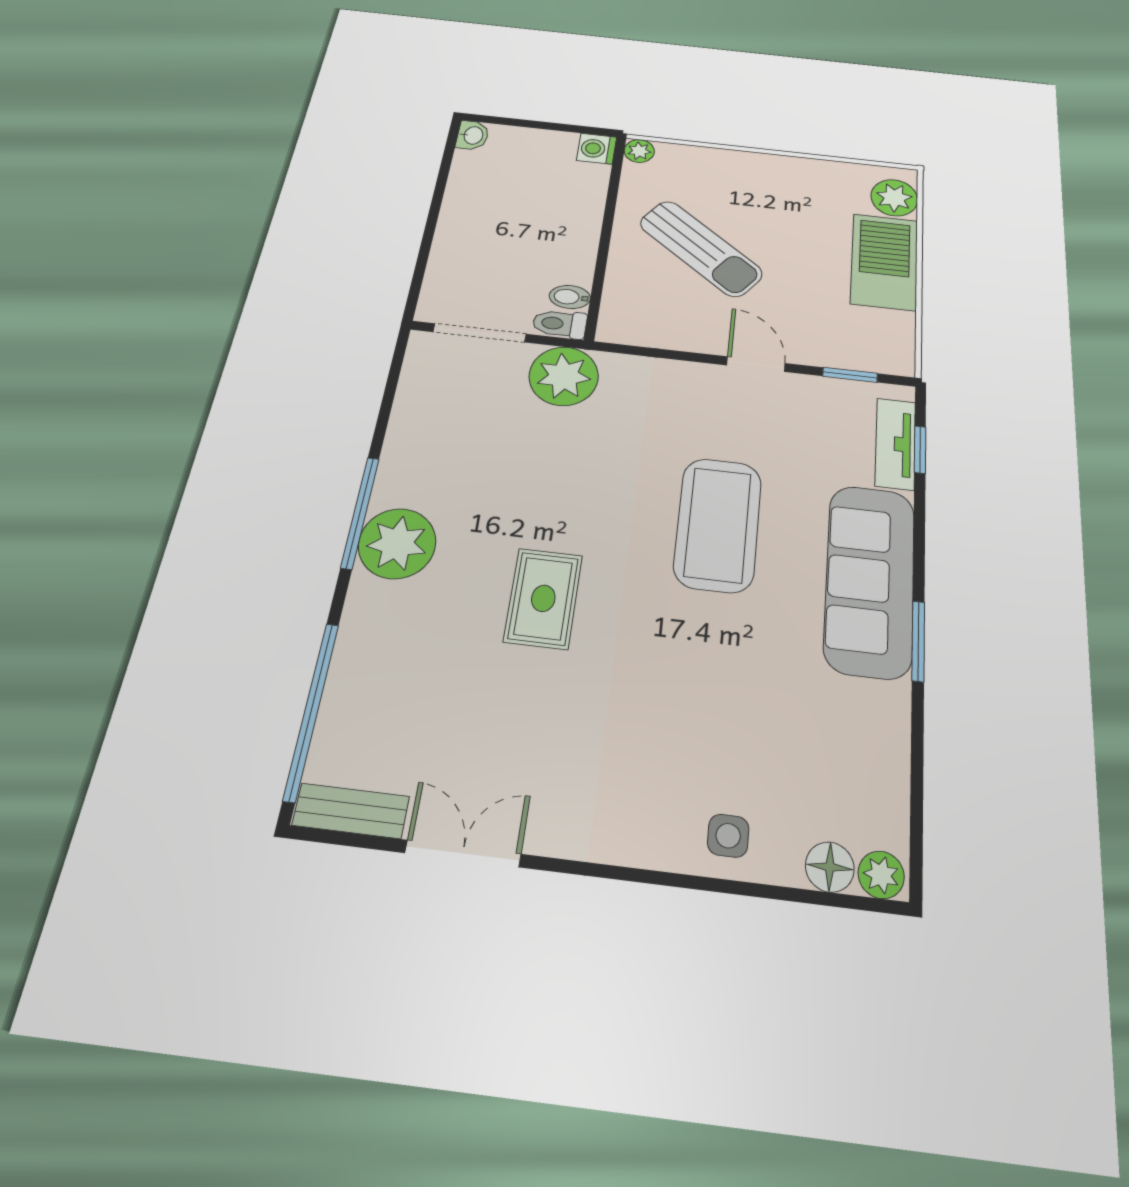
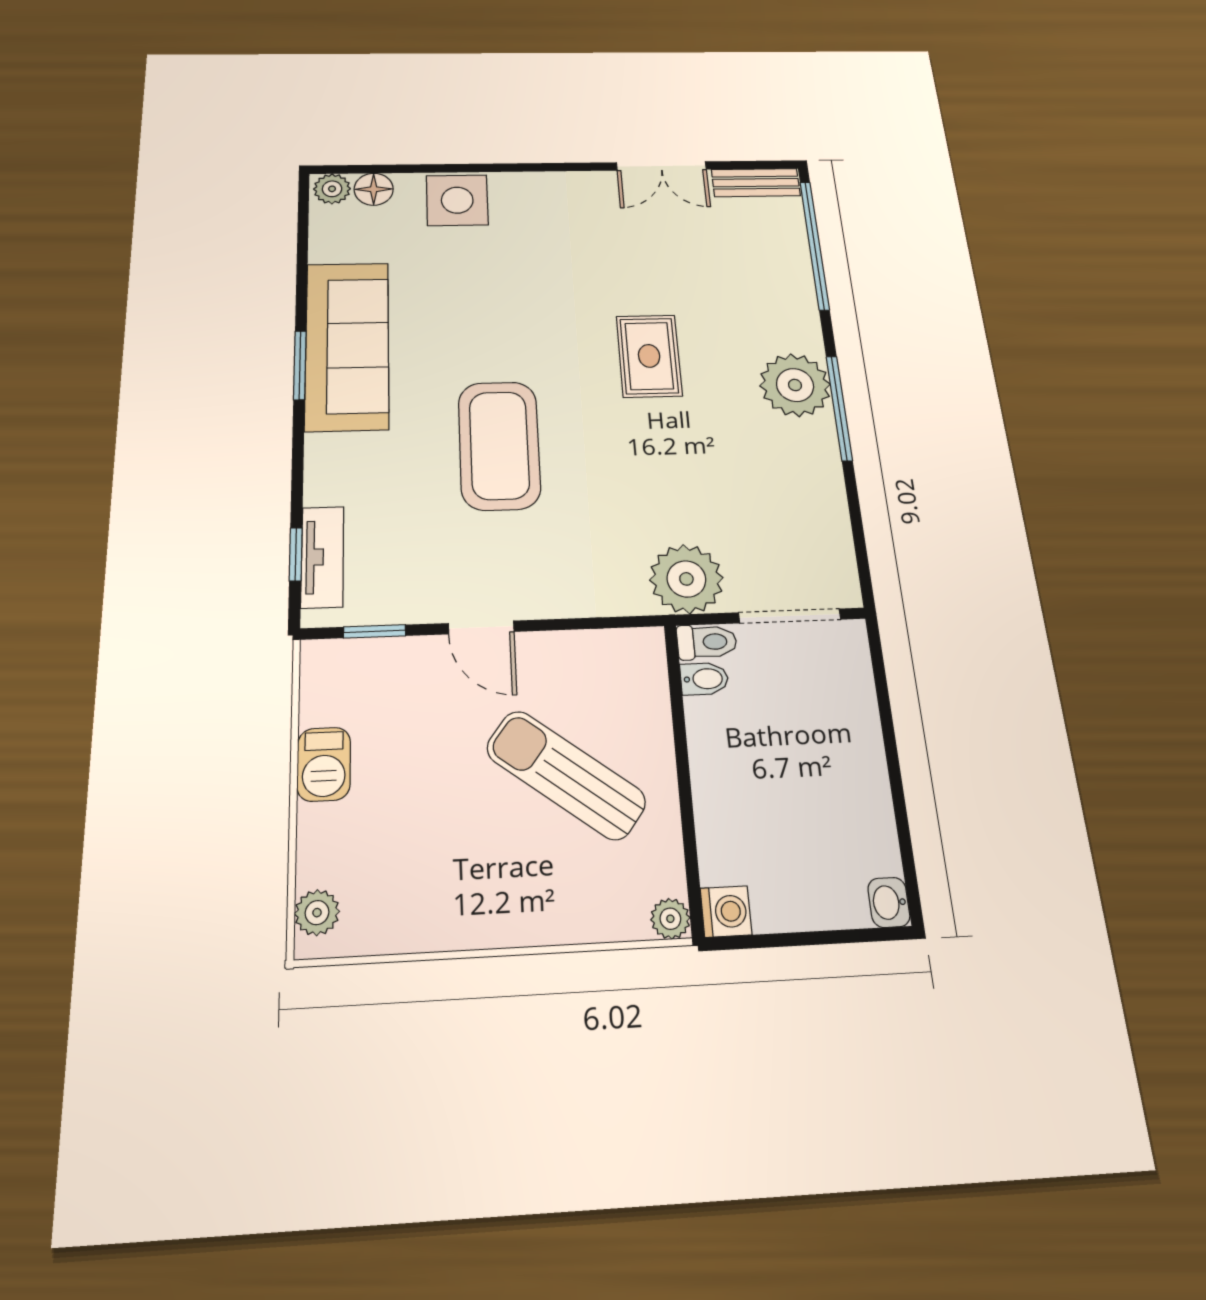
plant: (894, 198) -> (317, 913), width x0.73, depth x0.73
barbecue: (884, 262) -> (324, 764), width x0.53, depth x0.65
sofa: (870, 580) -> (347, 345), moved
side table: (728, 836) -> (457, 200), width x1.87, depth x1.87

